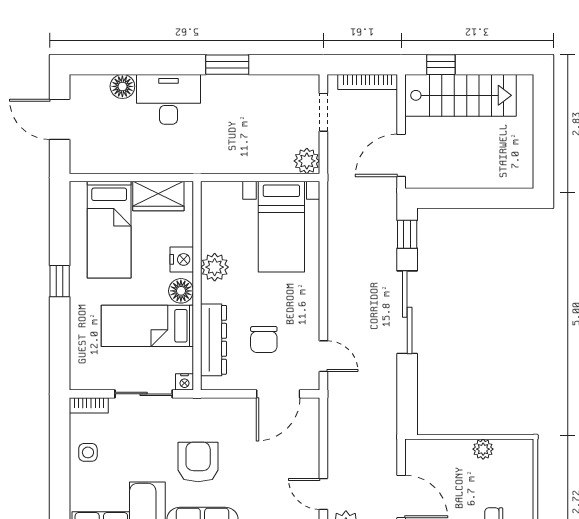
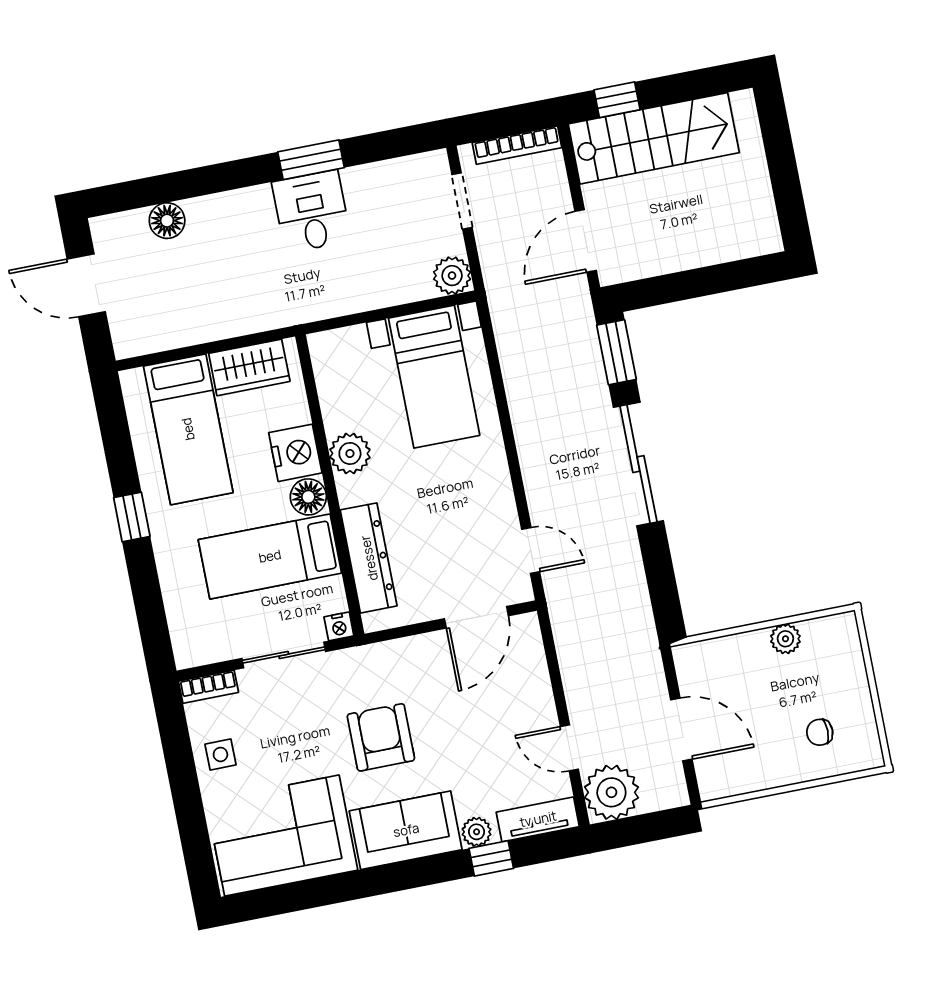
desk: (168, 99) -> (311, 211), moved, width x0.73
window: (407, 234) -> (616, 352), width x1.50
nightstand: (182, 259) -> (295, 453), width x1.36, depth x1.33
chair: (264, 340) -> (441, 543), removed

